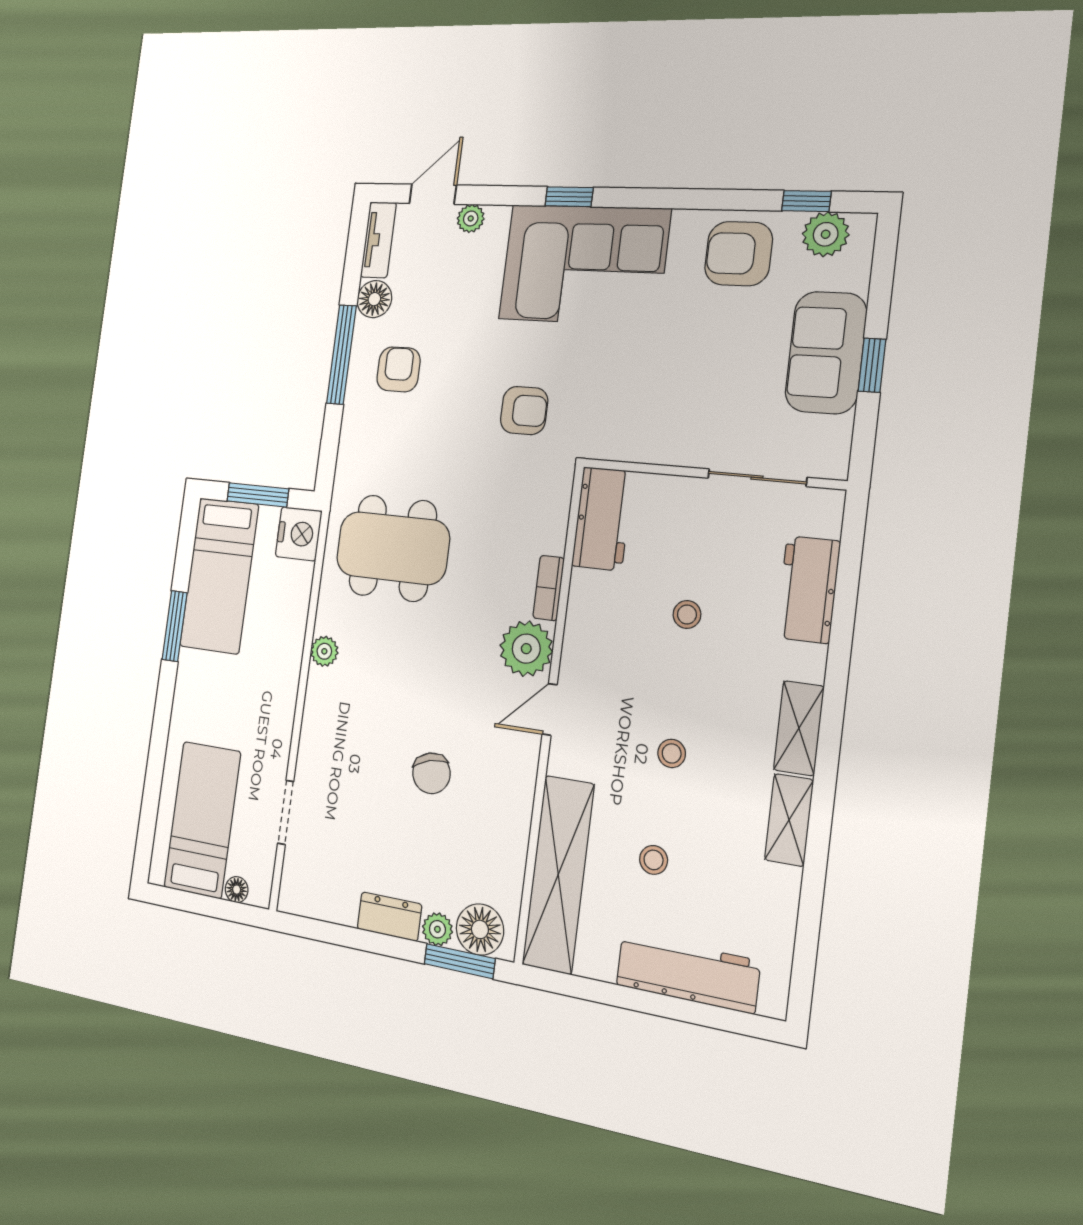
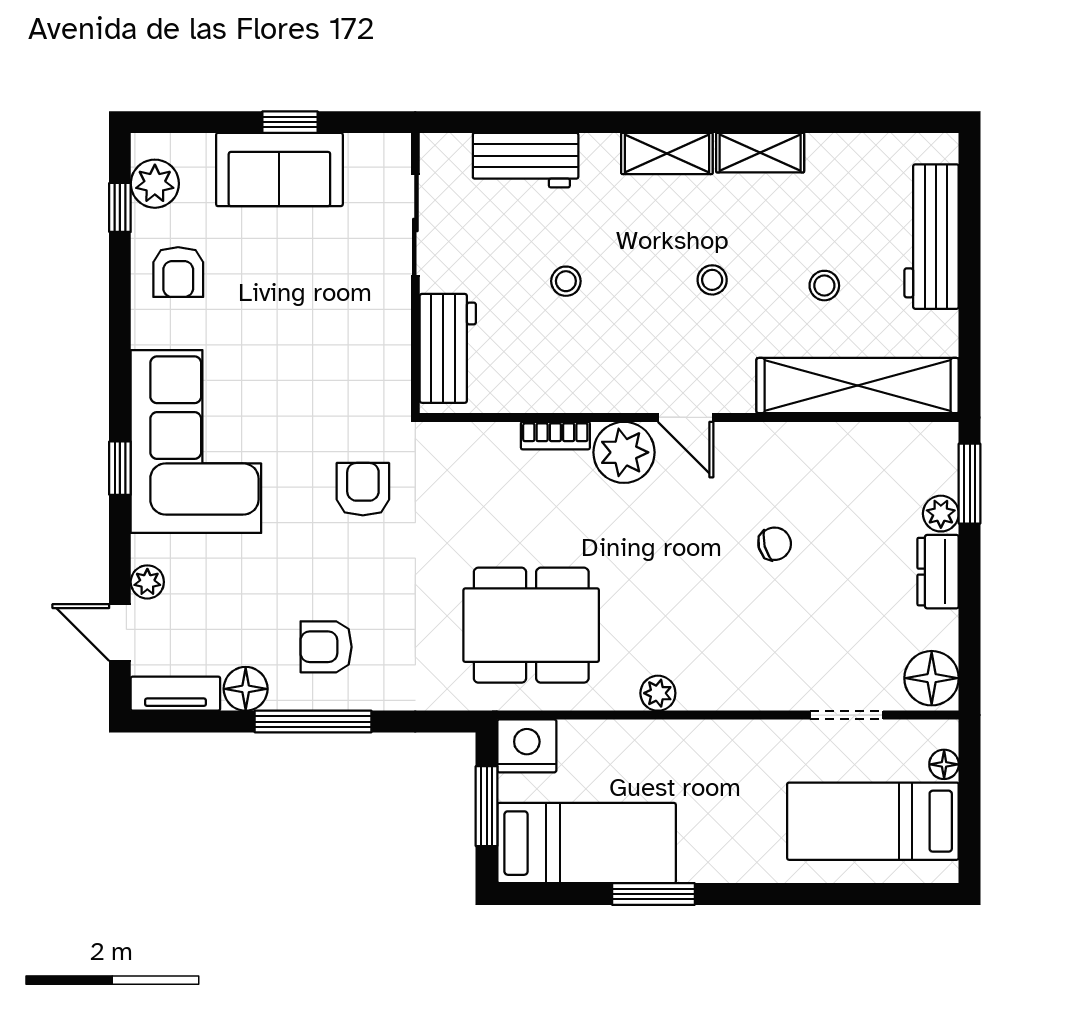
armchair: (739, 254) -> (178, 272), width x0.72, depth x0.72
workbench: (602, 519) -> (448, 348), moved, turned 90
dining table: (393, 548) -> (531, 625), turned 90
chair: (431, 773) -> (775, 544), width x0.73, depth x0.73
floor lamp: (480, 929) -> (932, 678), moved

